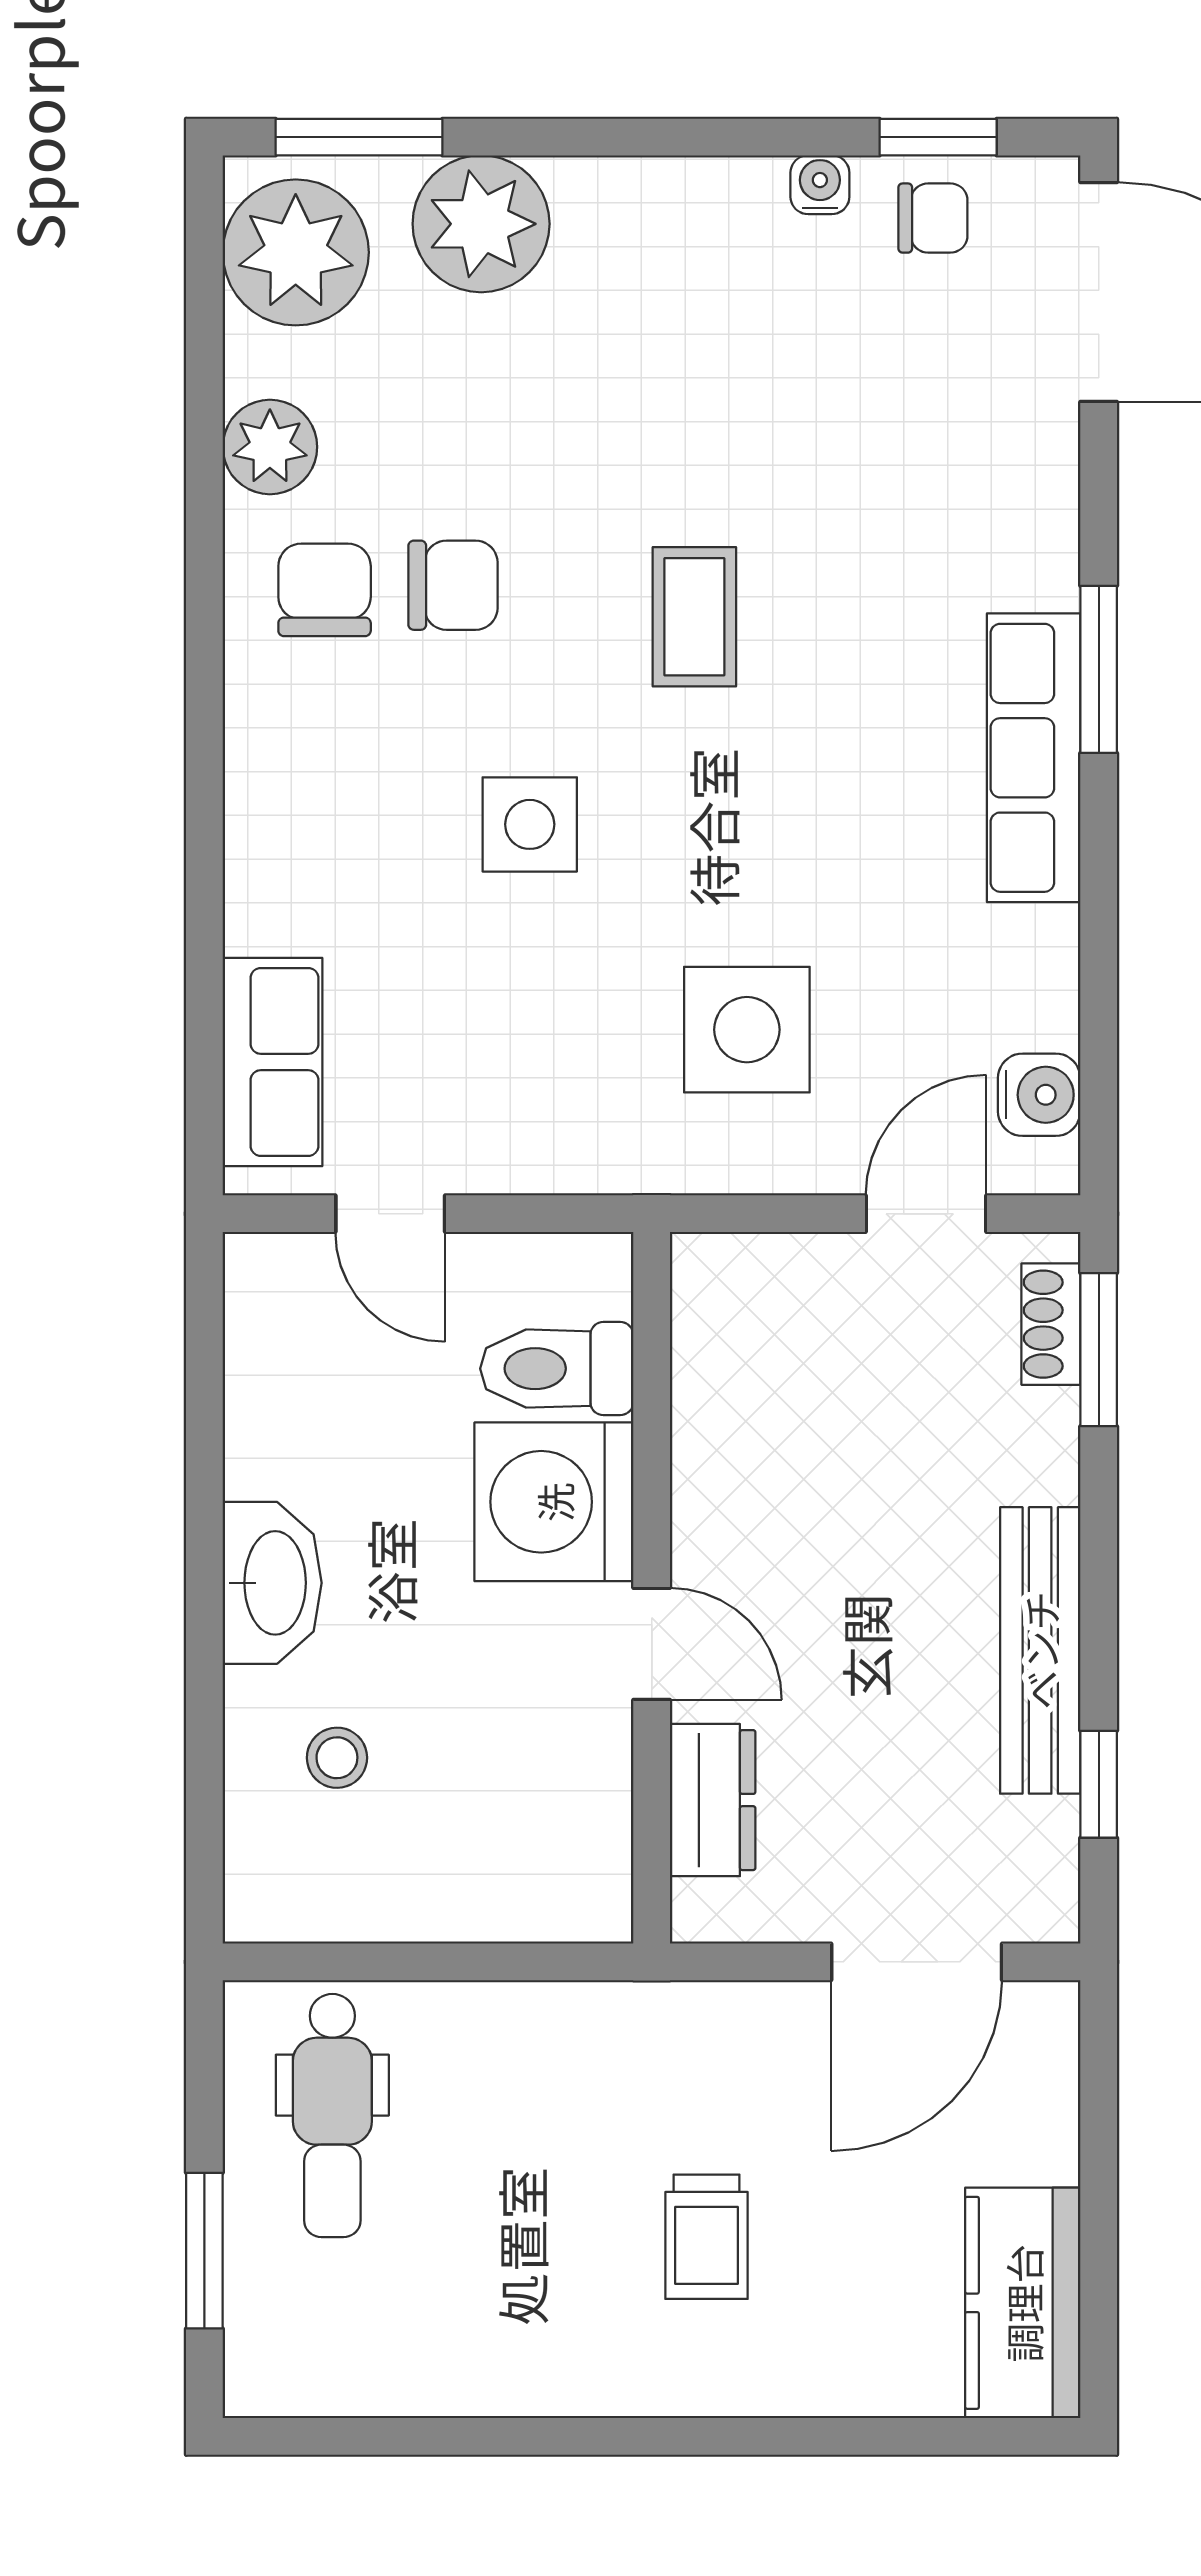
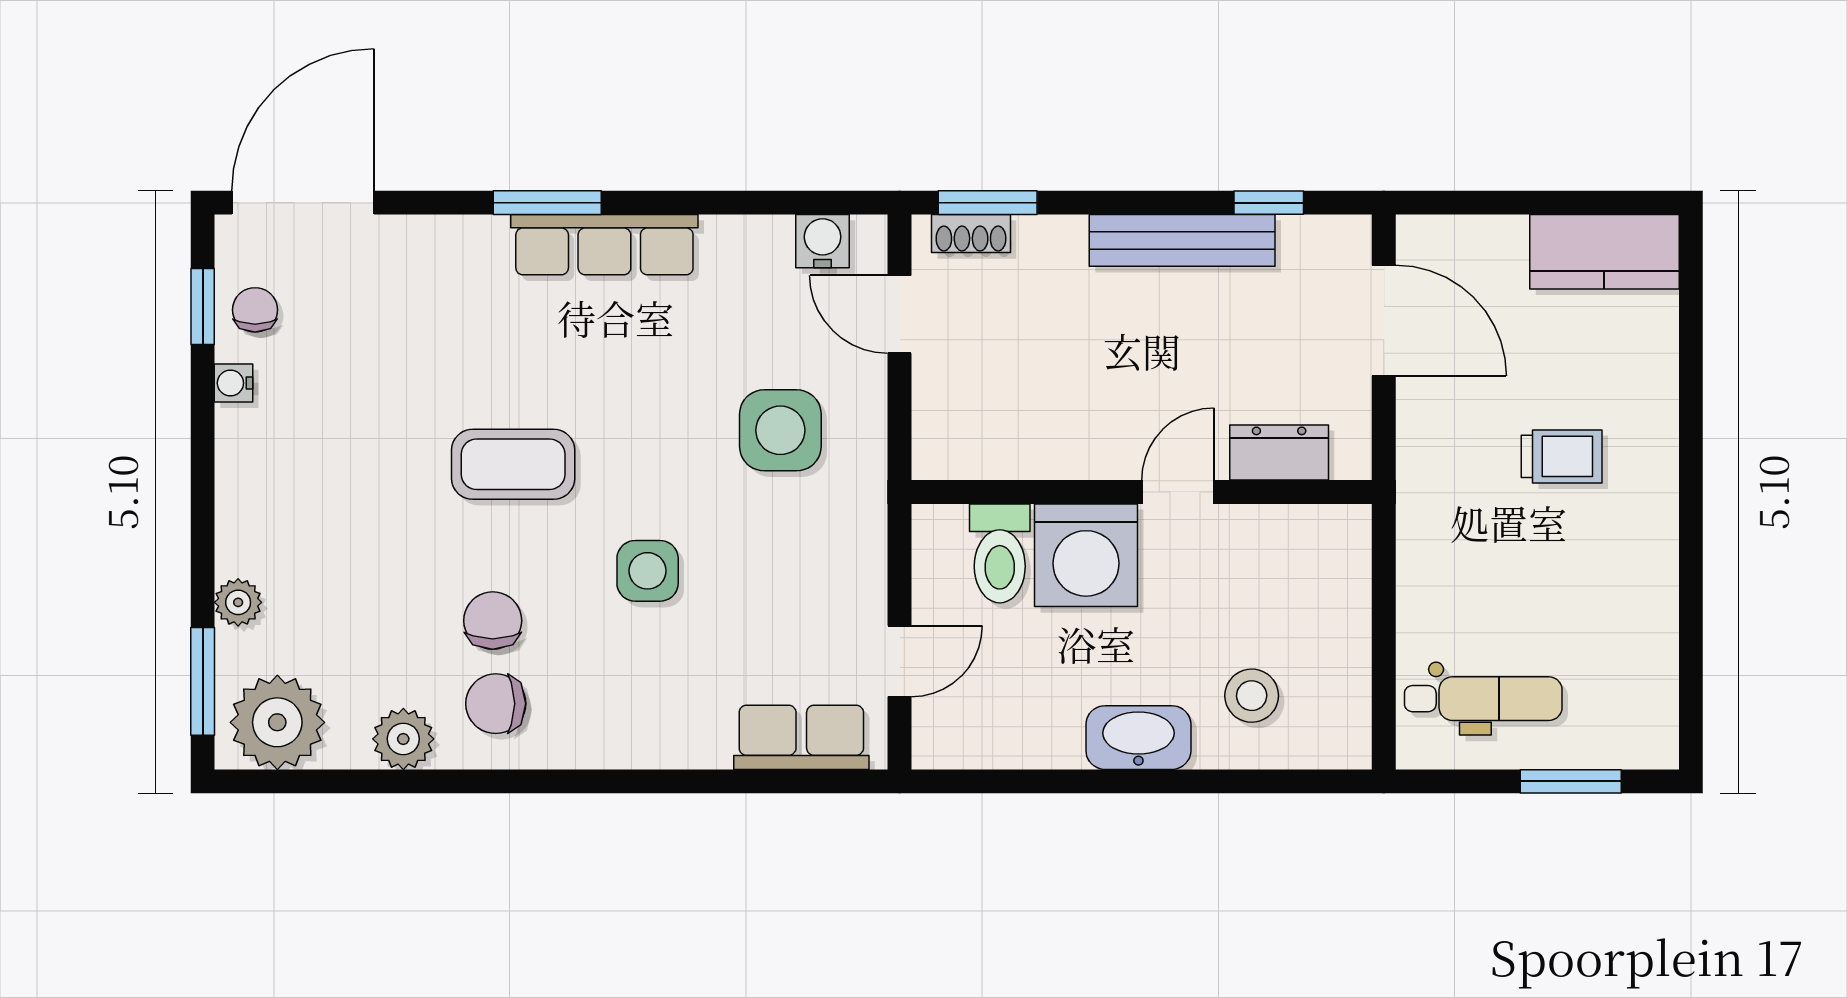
plant: (481, 224) -> (238, 602), width x0.53, depth x0.53
coffee table: (694, 617) -> (513, 464), width x1.36, depth x1.30
stool: (337, 1758) -> (1252, 696), width x1.37, depth x1.37

